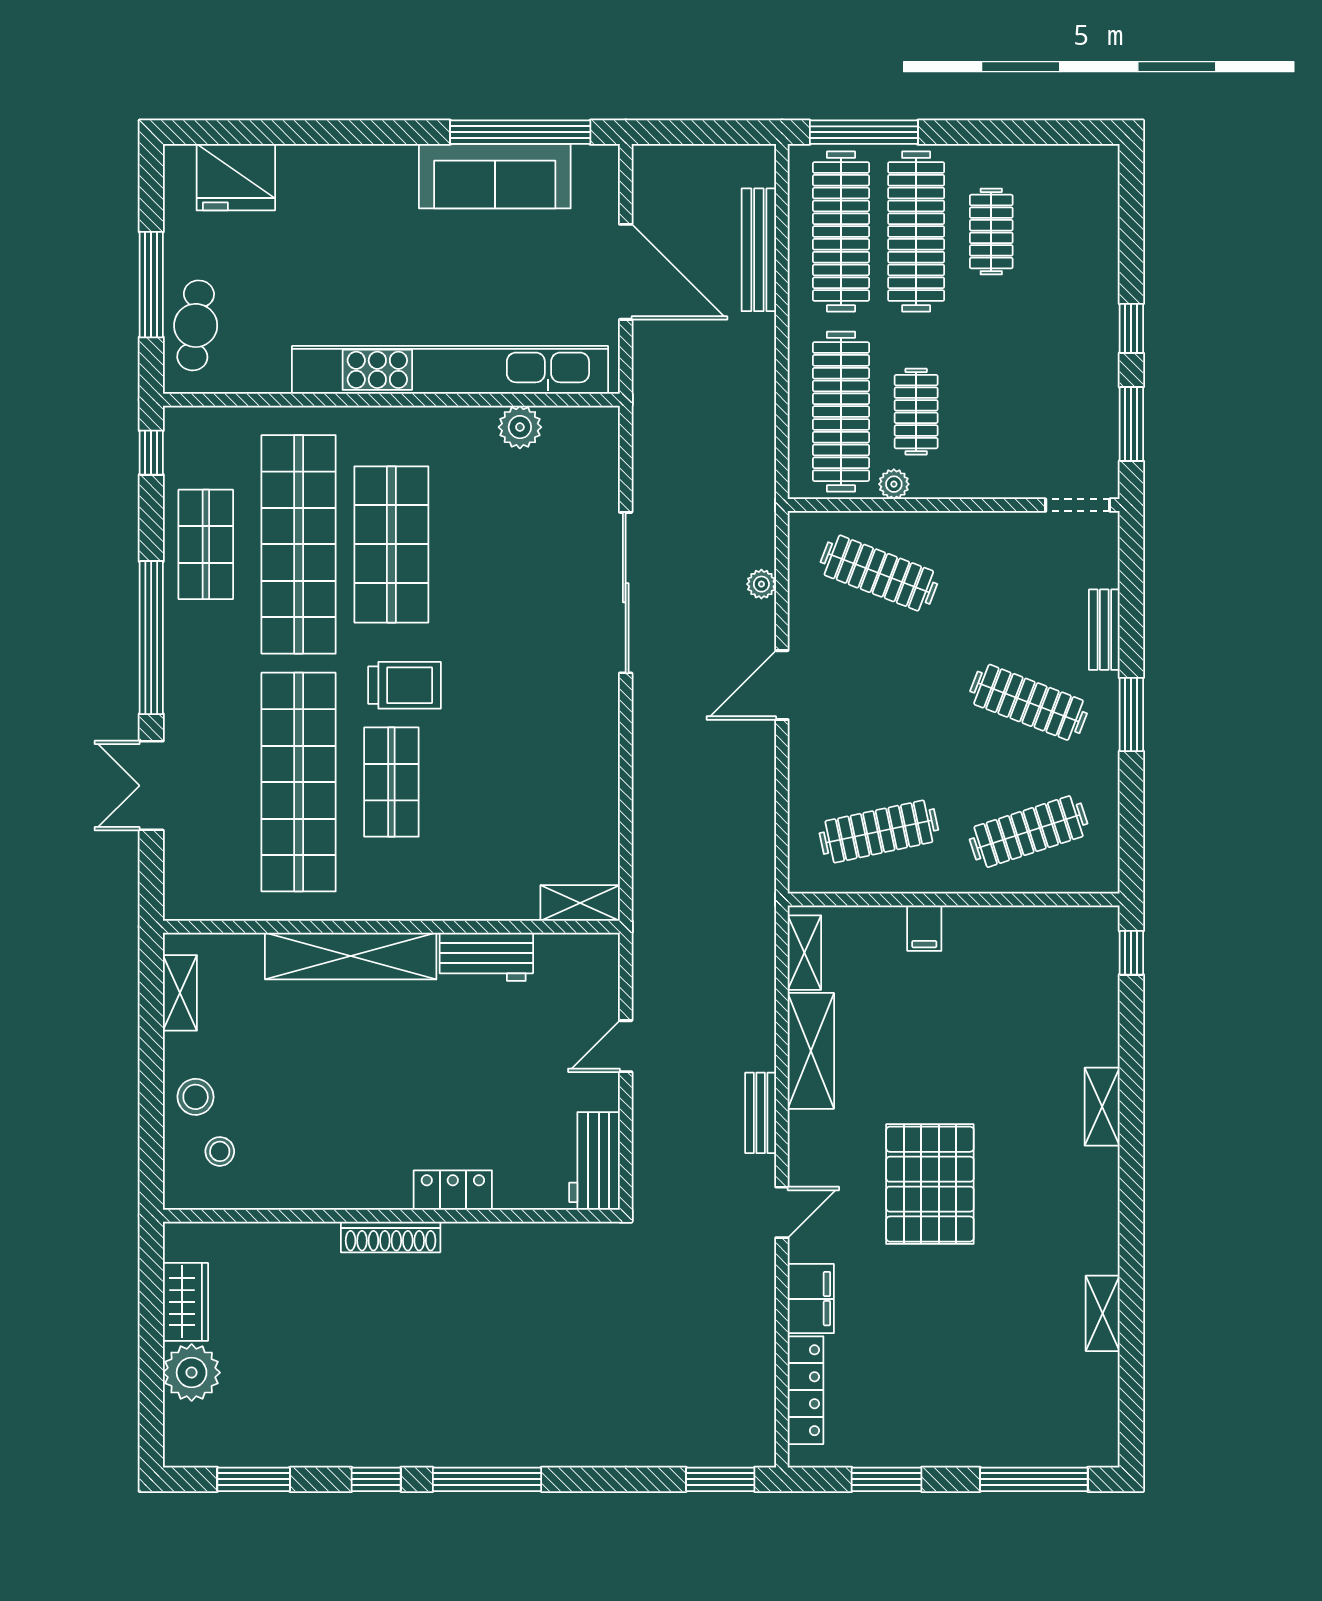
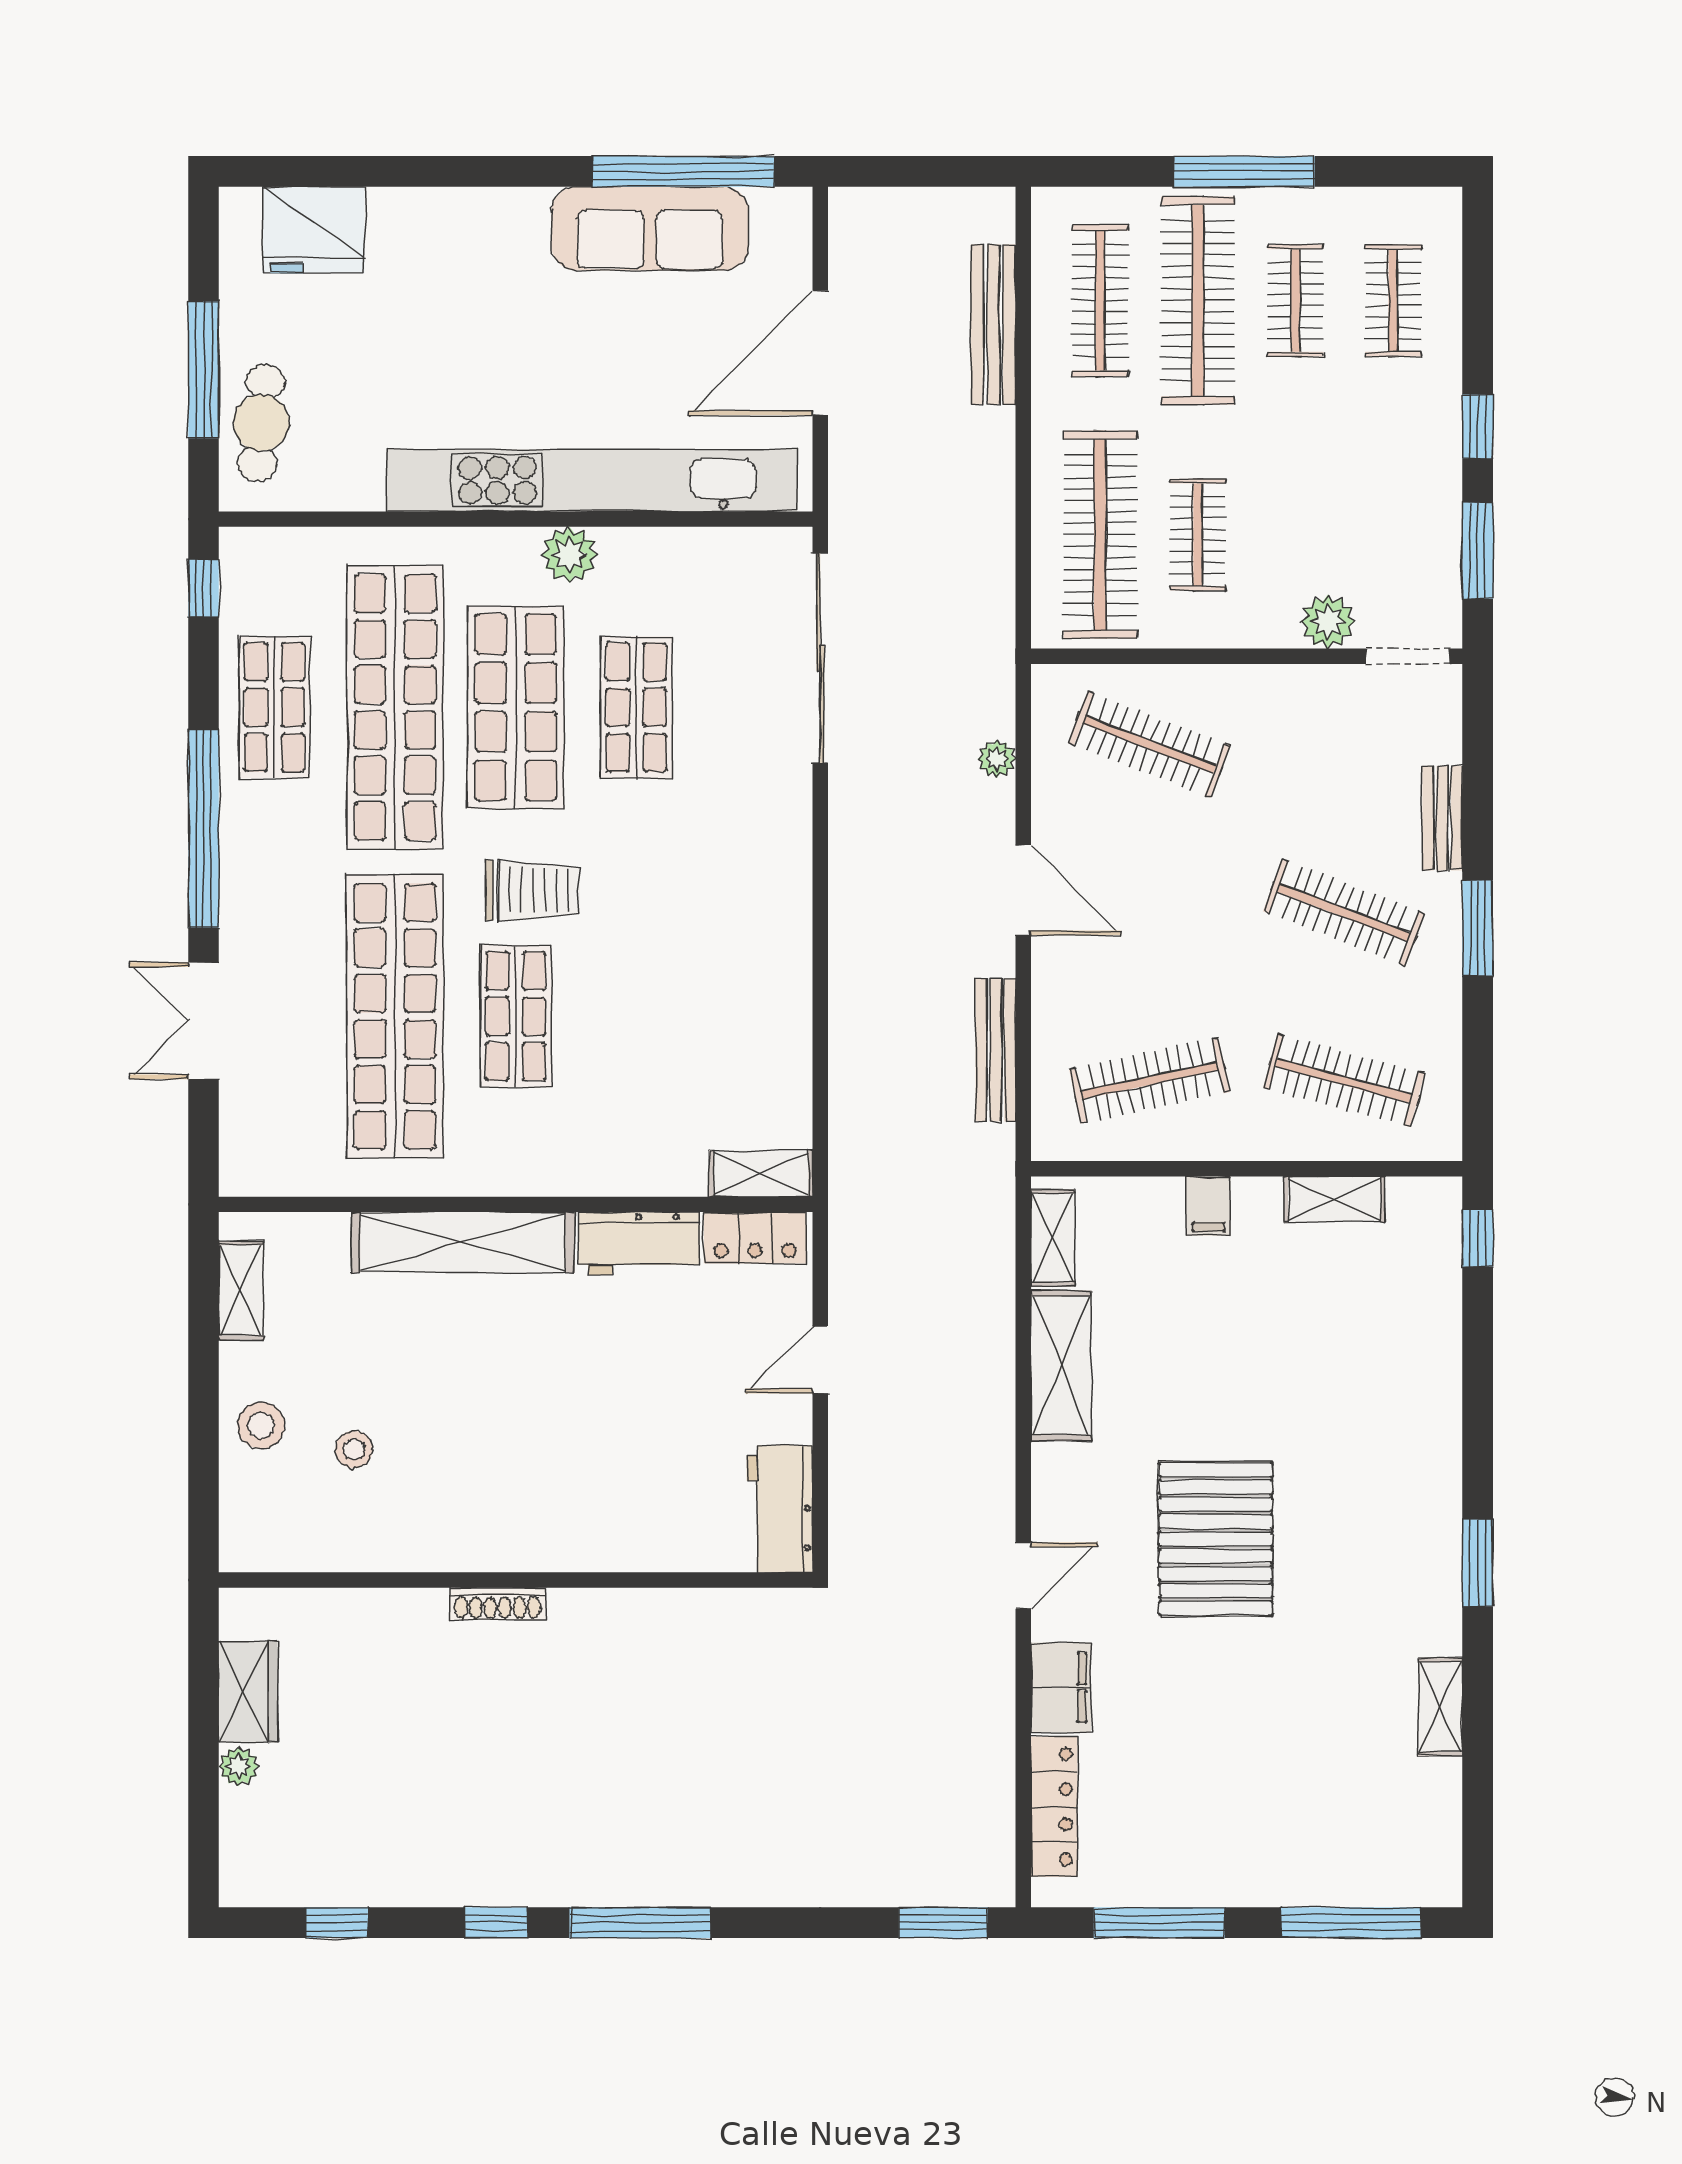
window: (864, 132) -> (1245, 171), moved
clothes rail: (841, 232) -> (1100, 301), width x0.73, depth x0.76
clothes rail: (1066, 232) -> (1393, 301), added
door: (626, 272) -> (820, 353), swing flipped
plant: (520, 427) -> (569, 555), moved
plant: (894, 484) -> (1328, 622), moved, width x1.38, depth x1.38
shop shelf: (484, 544) -> (636, 707), added
sliding door: (626, 593) -> (820, 658), moved
door: (782, 685) -> (1023, 890), swing flipped
clothes rail: (1029, 832) -> (1344, 1081), turned 33
shelving: (1102, 1107) -> (1334, 1199), moved, turned 90
bench: (761, 1113) -> (996, 1050), moved, width x1.36
stool: (220, 1151) -> (354, 1449), moved
locker: (453, 1190) -> (755, 1238), moved, turned 180
window: (1131, 1203) -> (1478, 1563), added
shoe rack: (391, 1237) -> (498, 1604), width x0.74, depth x0.81
plant: (192, 1373) -> (239, 1766), width x0.53, depth x0.53
window: (254, 1479) -> (337, 1923), width x0.67
window: (887, 1479) -> (1159, 1923), width x1.44

